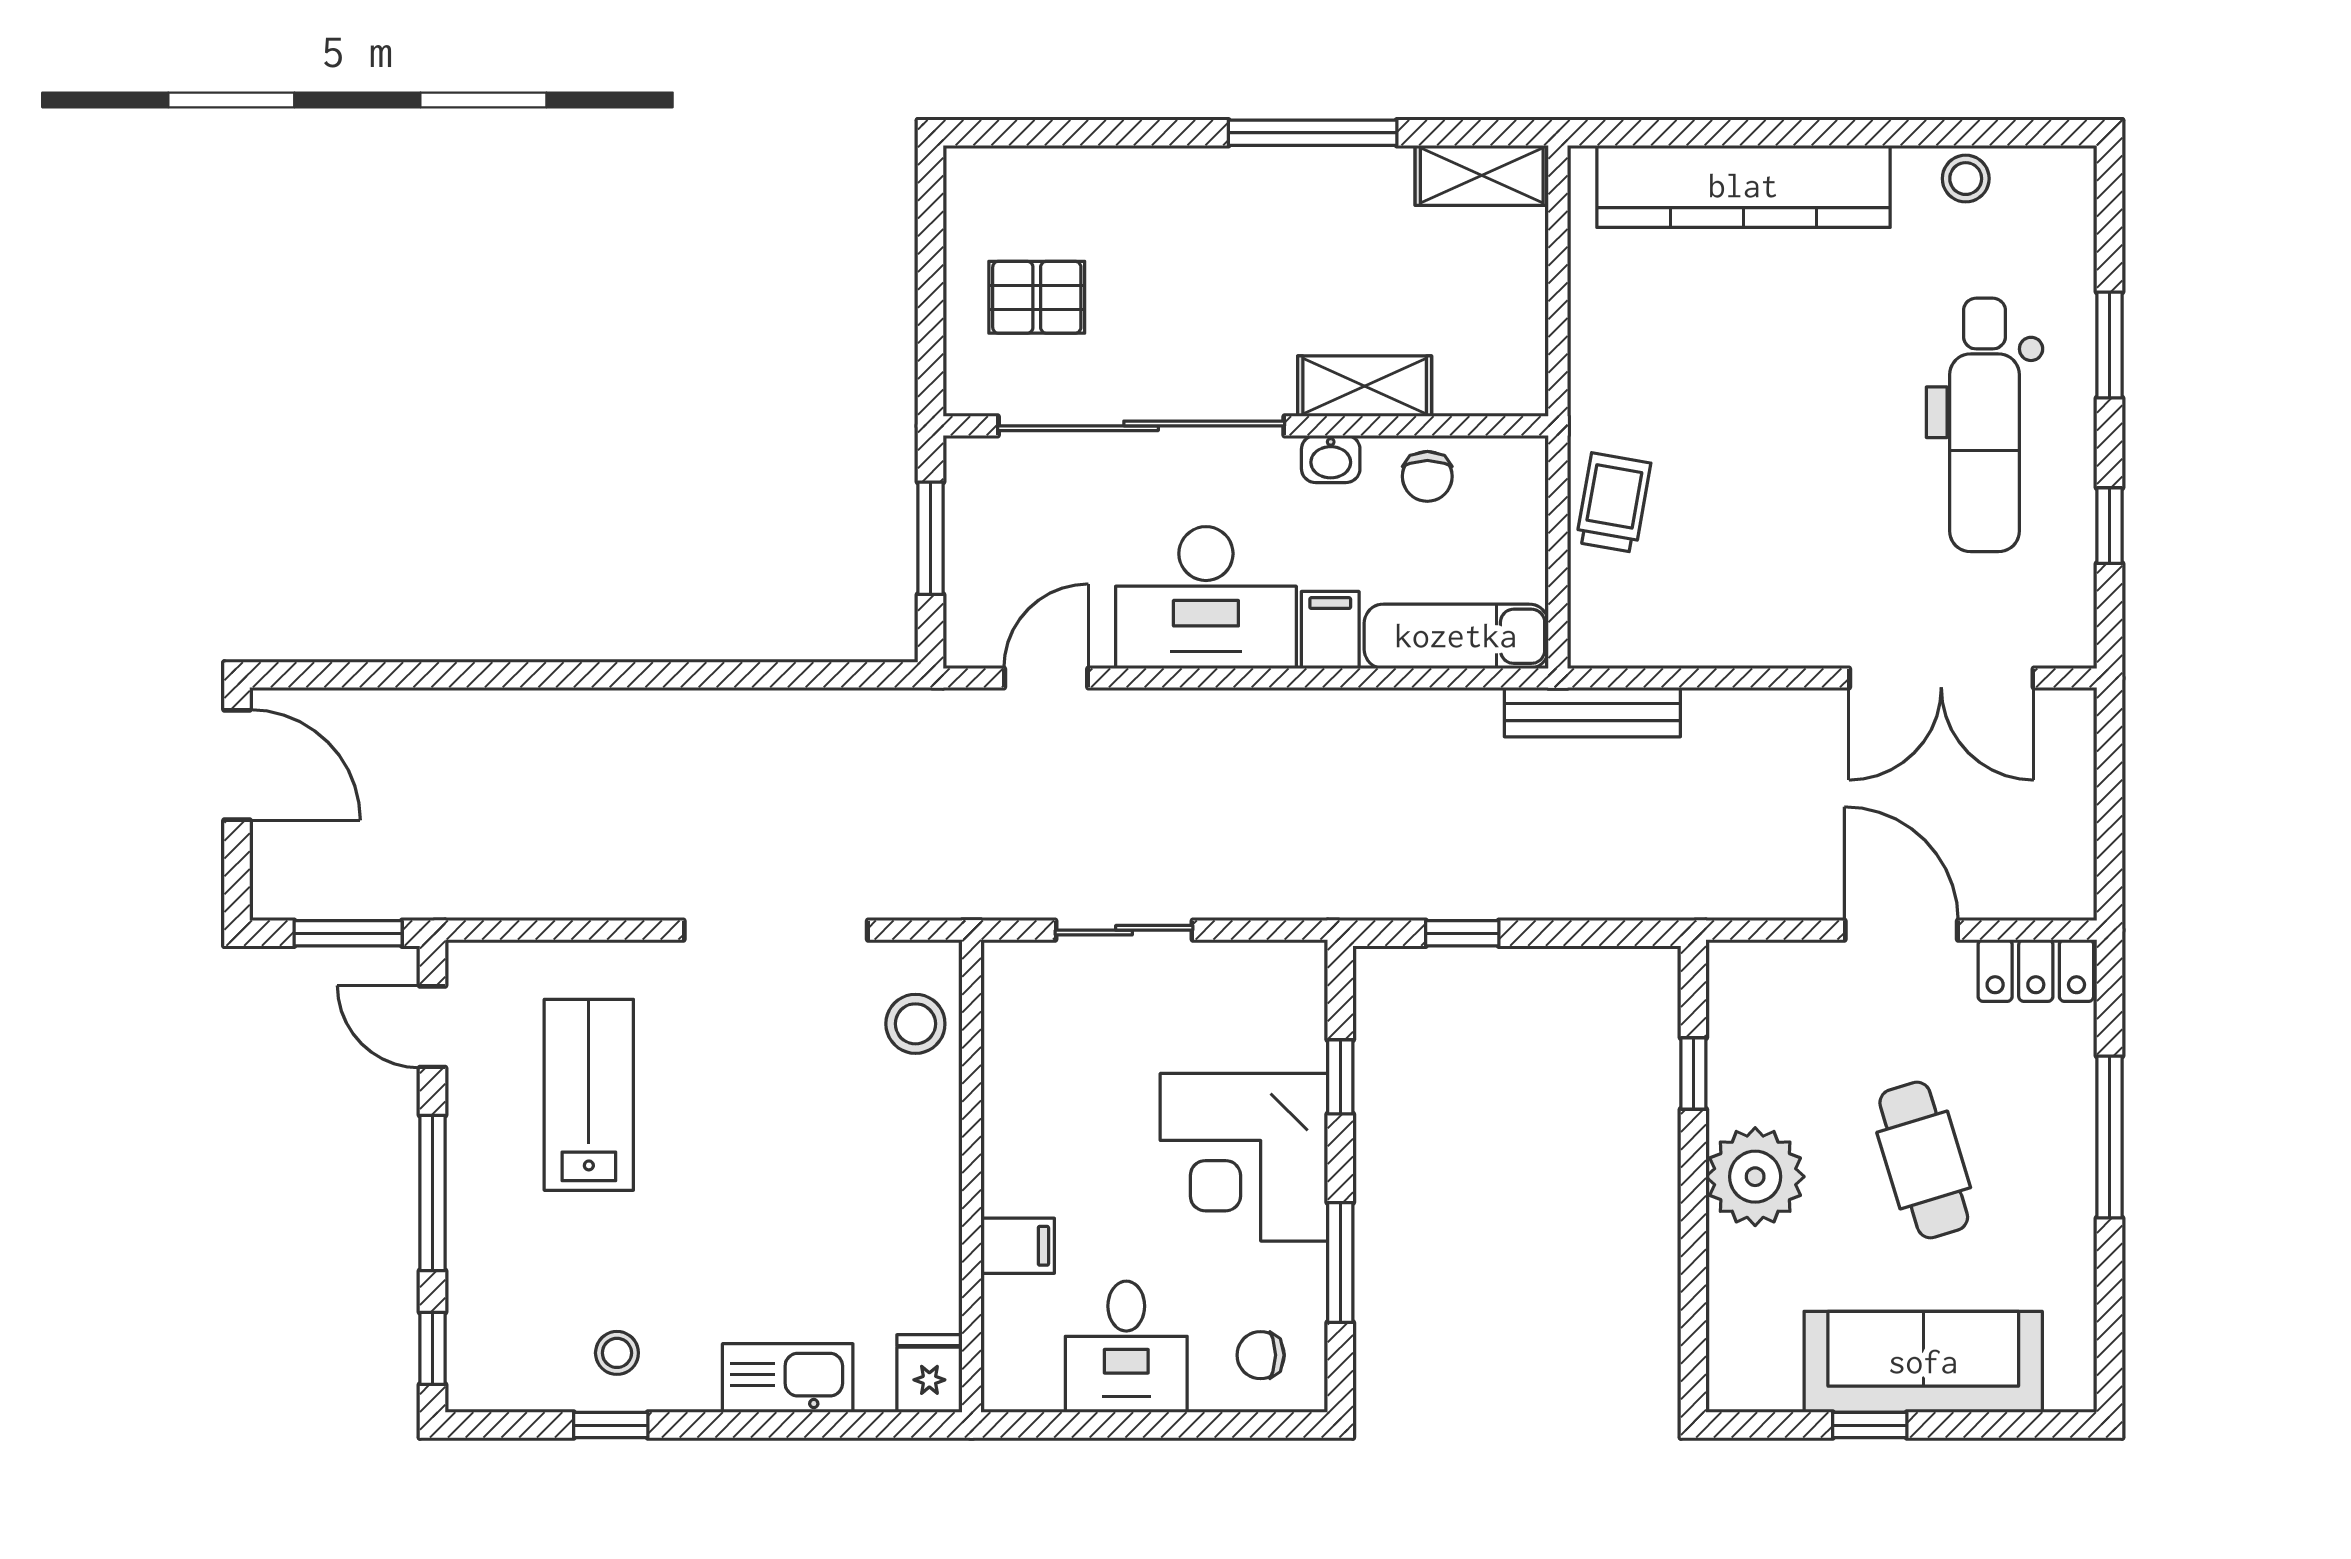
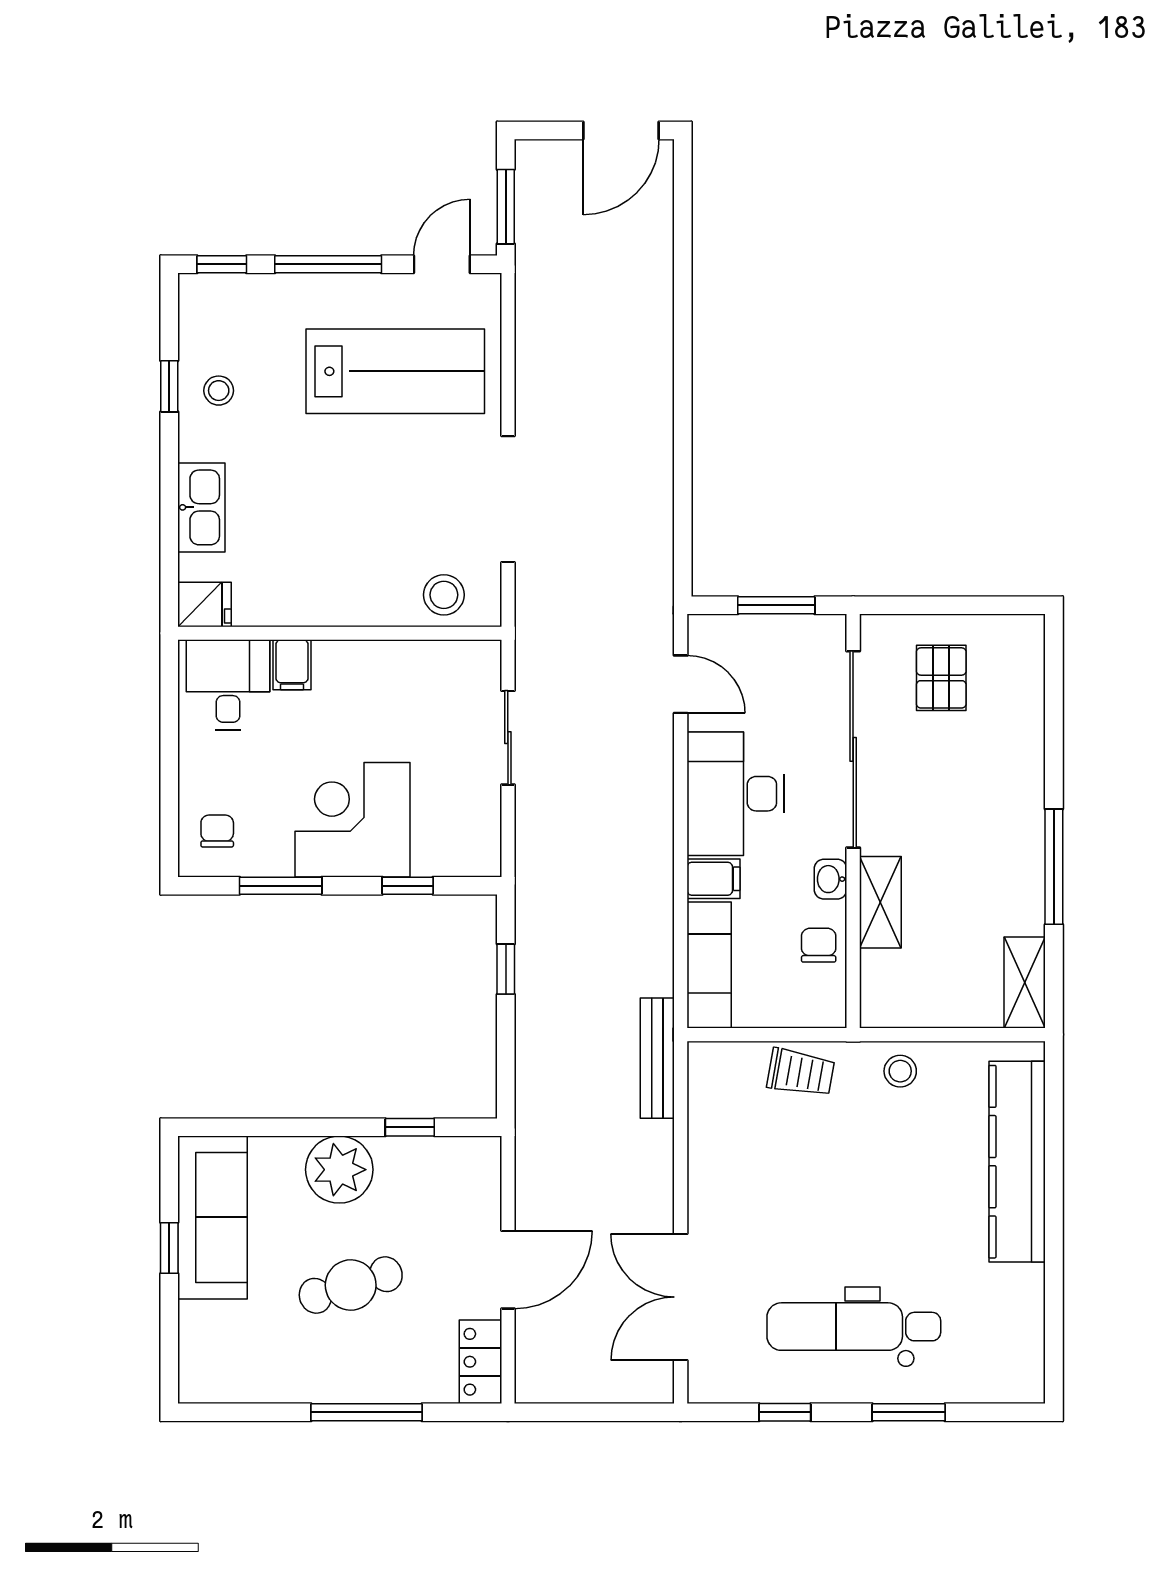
stool: (1966, 179) -> (900, 1071), moved
chair: (1427, 476) -> (819, 945), turned 90
lab bench: (589, 1095) -> (395, 371), width x1.36, depth x1.39
desk: (1126, 1347) -> (228, 685), moved, turned 90
sofa: (1923, 1362) -> (213, 1217), moved

